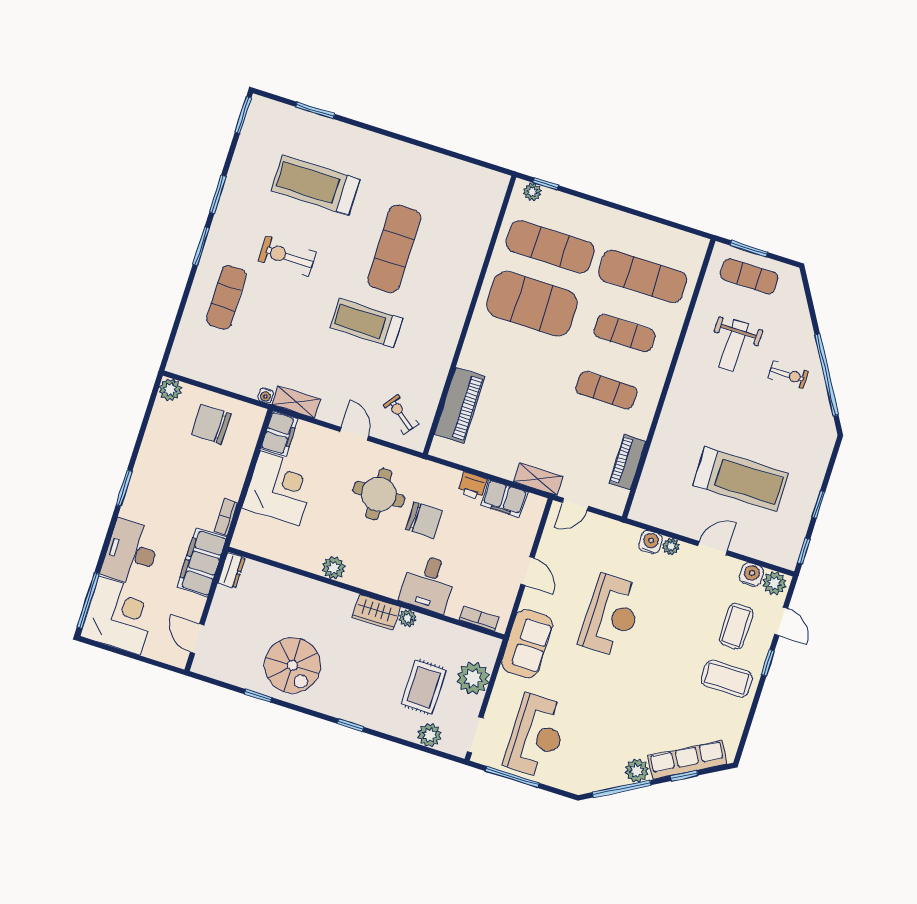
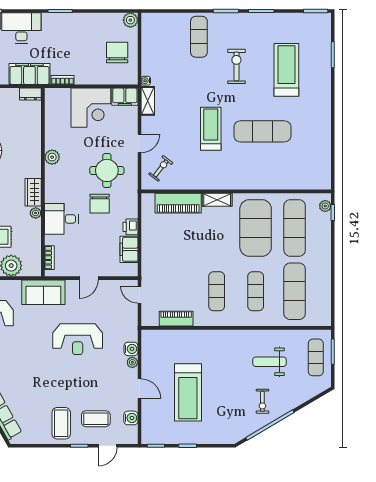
exercise mat: (226, 297) -> (199, 37), turned 90
shelving: (538, 479) -> (217, 200), moved, turned 90
plant: (774, 583) -> (130, 434), removed

